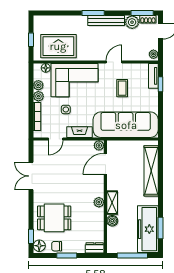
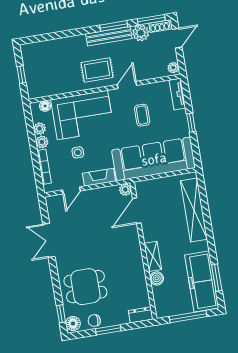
window: (93, 13) -> (114, 26), moved
rug: (58, 46) -> (97, 70), moved, width x0.73, depth x0.70
window: (160, 84) -> (191, 123), moved
plant: (99, 202) -> (137, 259), removed

